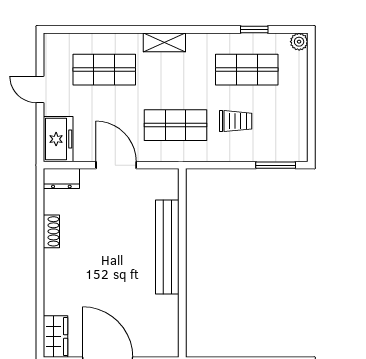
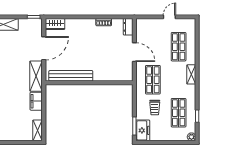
freezer: (58, 139) -> (143, 130), moved, turned -90
door: (116, 165) -> (134, 52), hinge flipped
bench: (167, 247) -> (71, 76), moved

